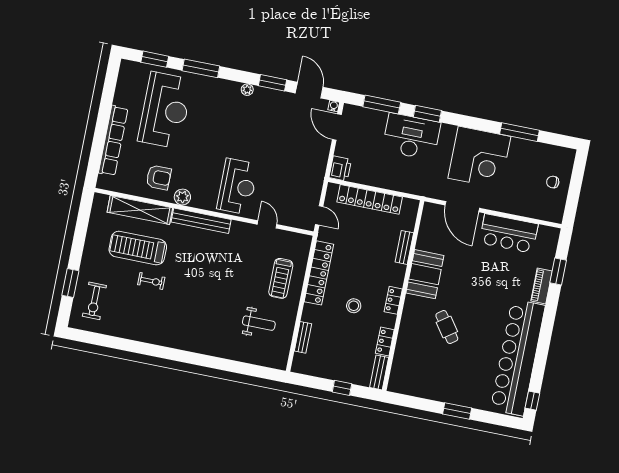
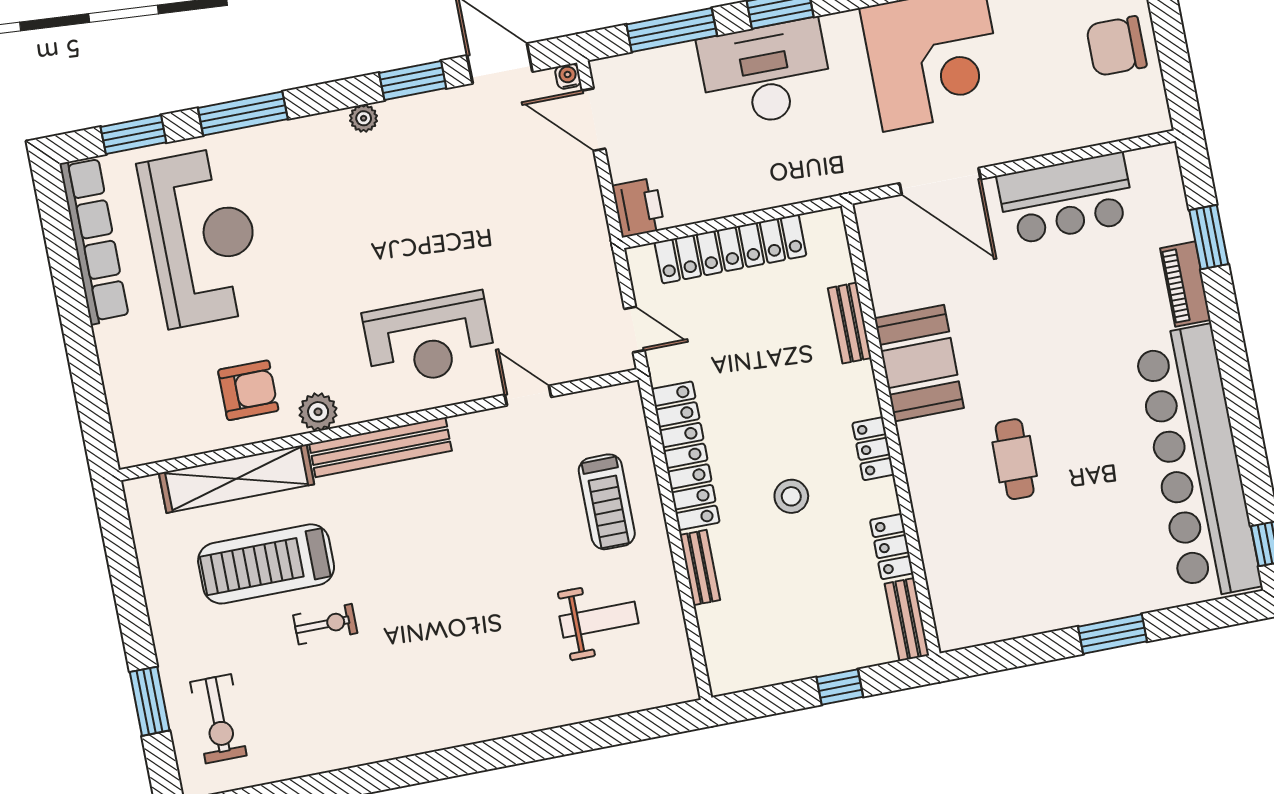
row of seats: (113, 141) -> (94, 240), moved
chair: (553, 182) -> (1116, 46), width x1.87, depth x1.87
reception desk: (237, 186) -> (429, 339), turned 90
cafe table: (447, 327) -> (1015, 459), turned 36
bench: (303, 337) -> (700, 568), moved

